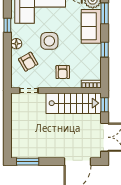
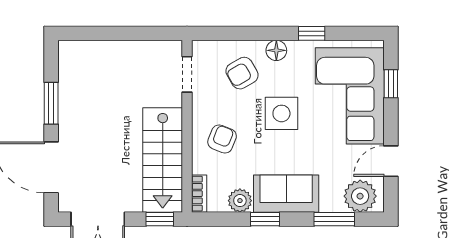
sofa: (91, 26) -> (286, 194), moved
plant: (95, 63) -> (240, 201), added
armchair: (63, 72) -> (222, 139), turned 112
window: (28, 162) -> (51, 103), moved

